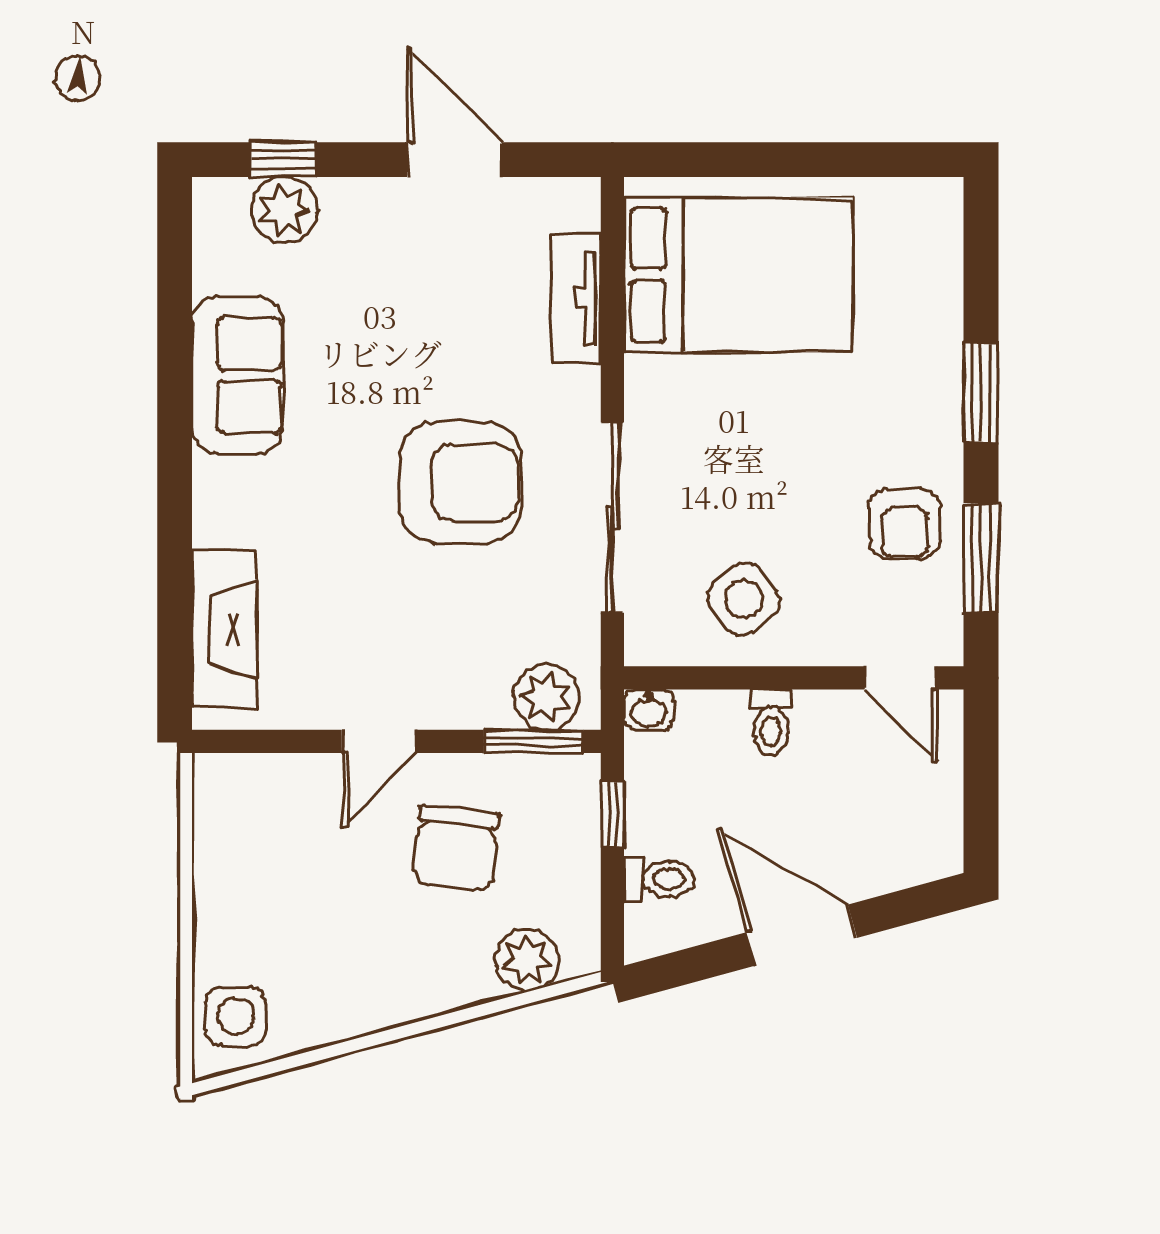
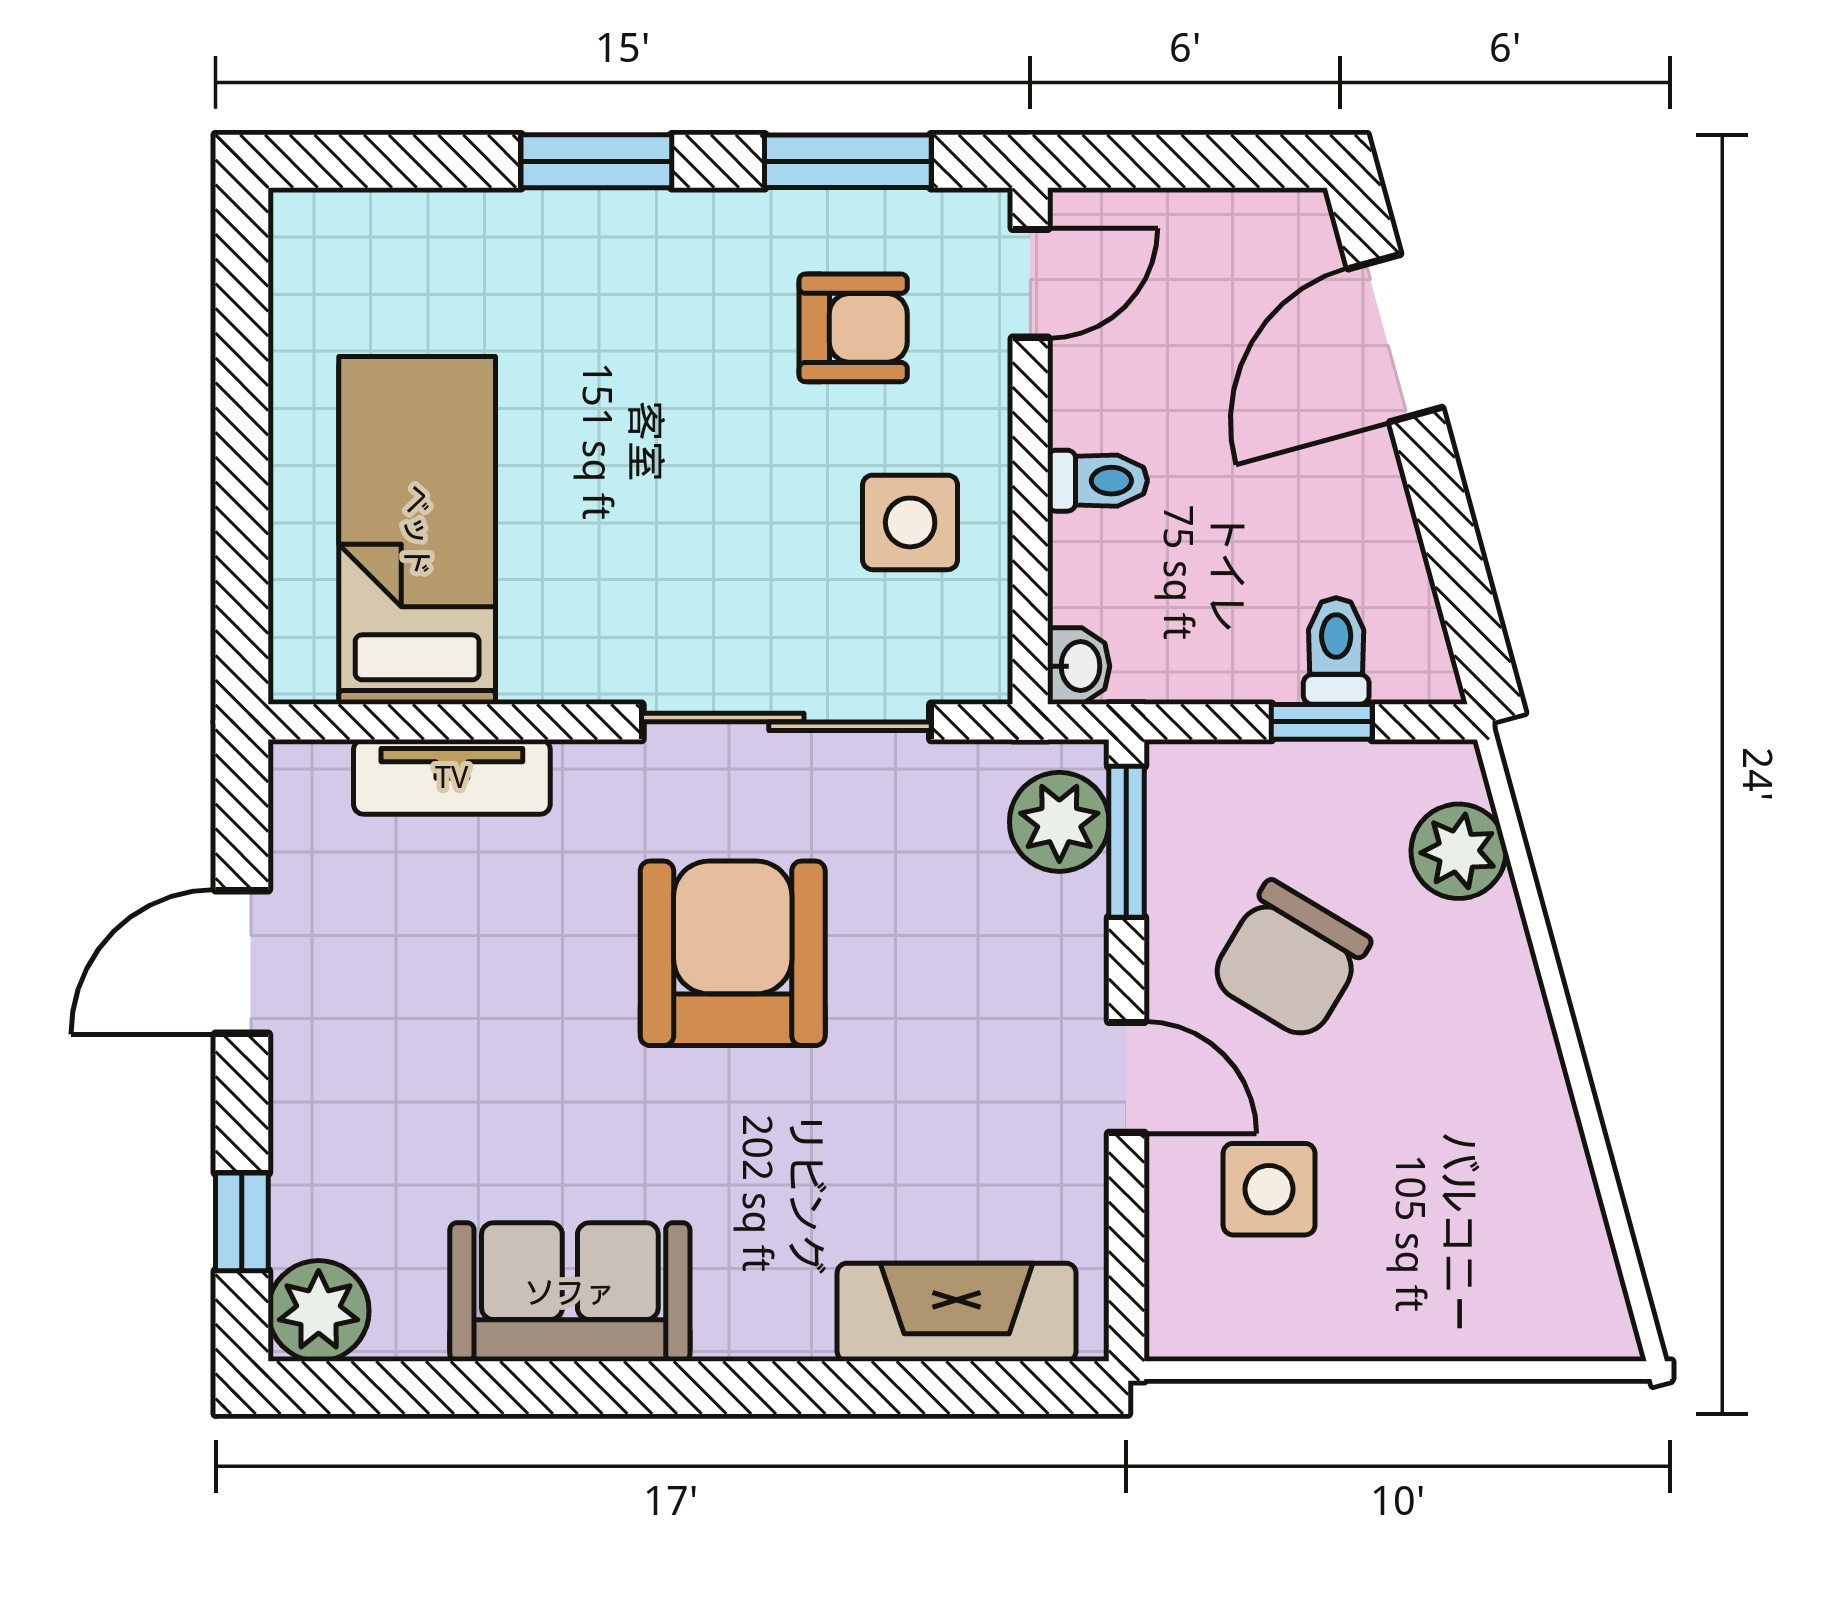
plant: (284, 210) -> (319, 1311), moved
bed: (738, 275) -> (417, 530), width x0.67
armchair: (904, 523) -> (853, 328), moved
side table: (744, 599) -> (910, 522), turned 38
window: (612, 814) -> (1322, 722), moved
chair: (455, 849) -> (1290, 960), turned 114
door: (801, 935) -> (1395, 338), moved
side table: (236, 1016) -> (1269, 1189), moved

